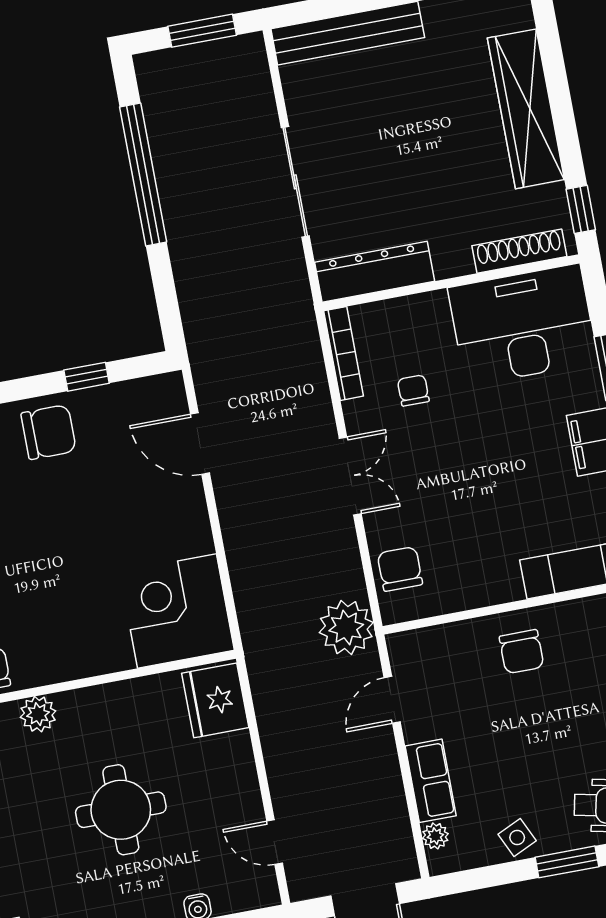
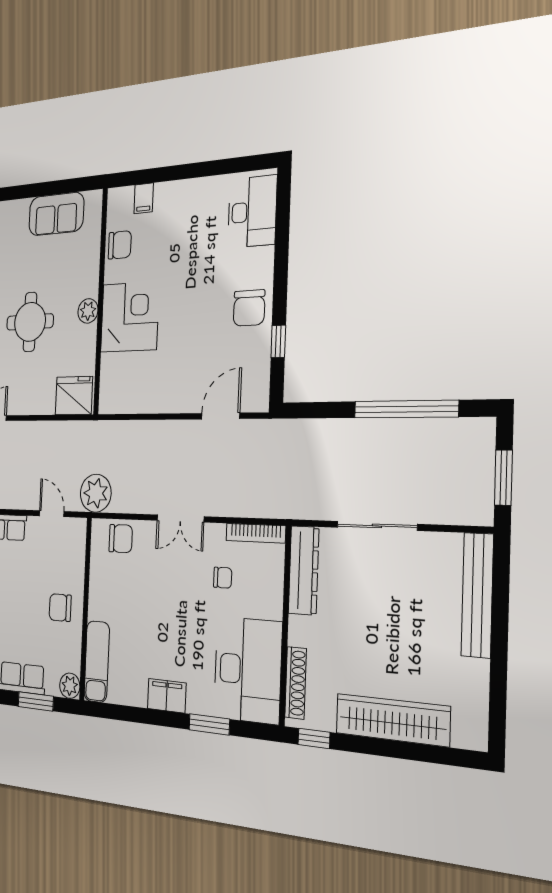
corner desk: (177, 611) -> (130, 317), moved
plant: (38, 714) -> (88, 311), moved

